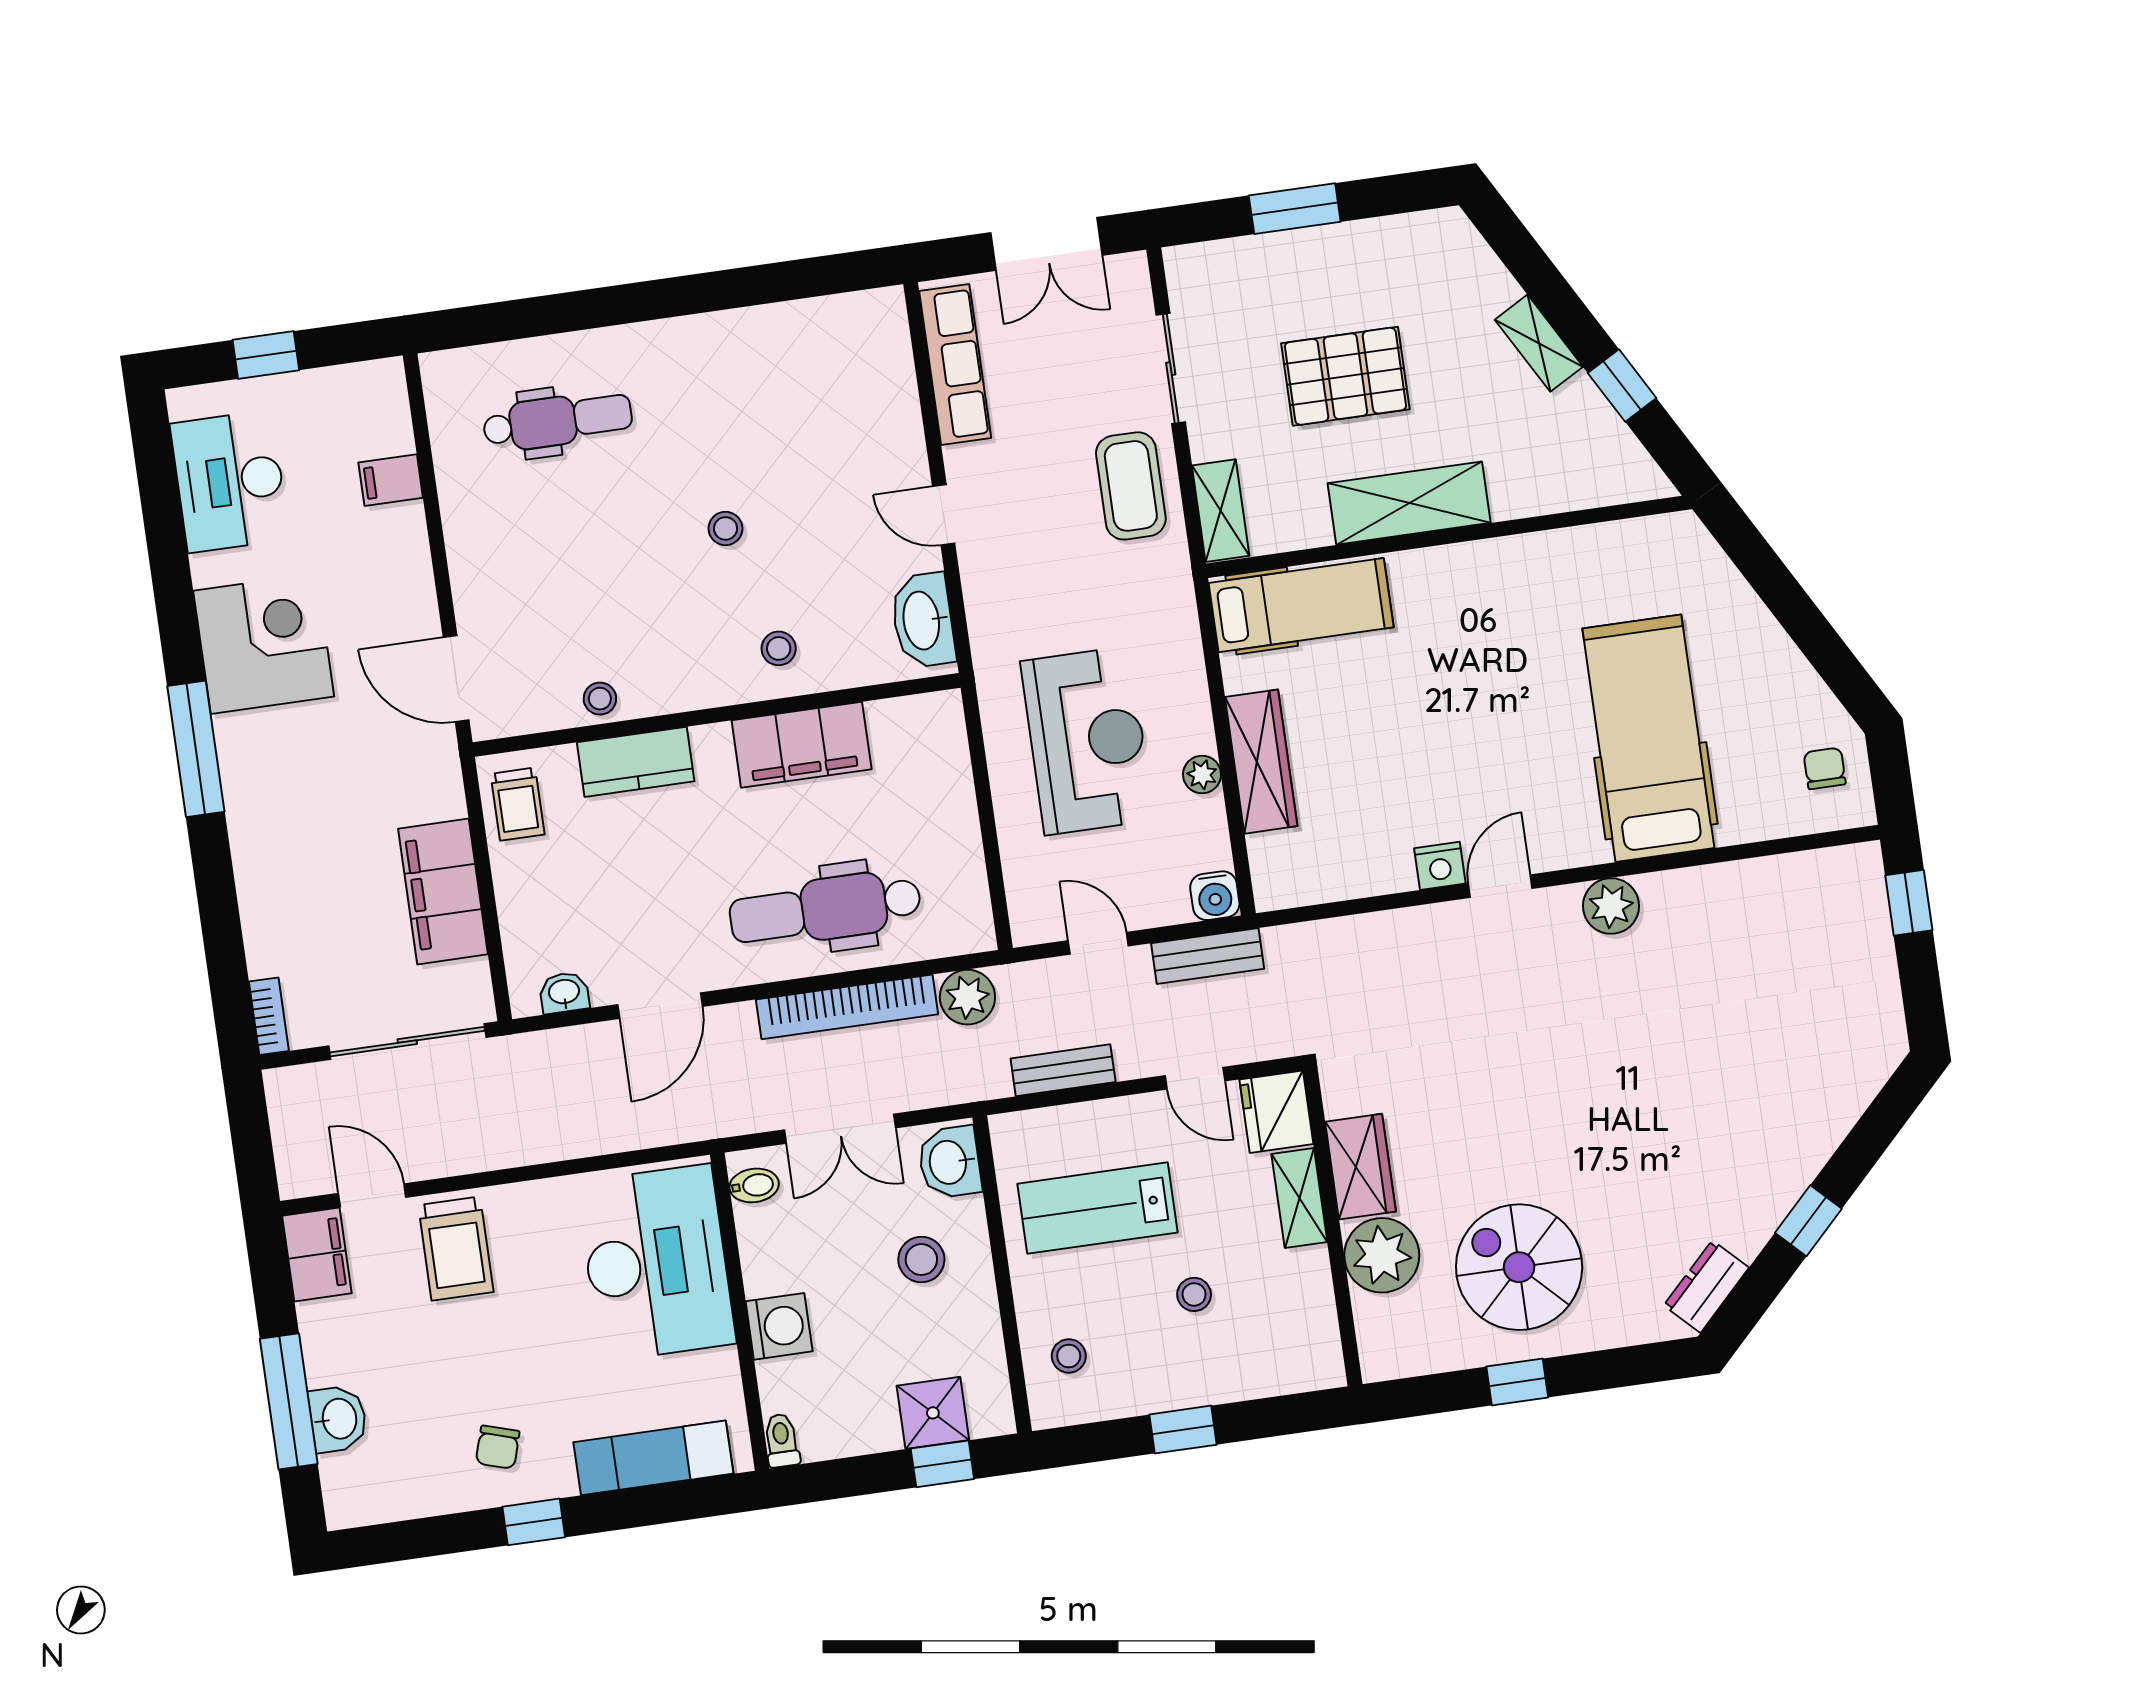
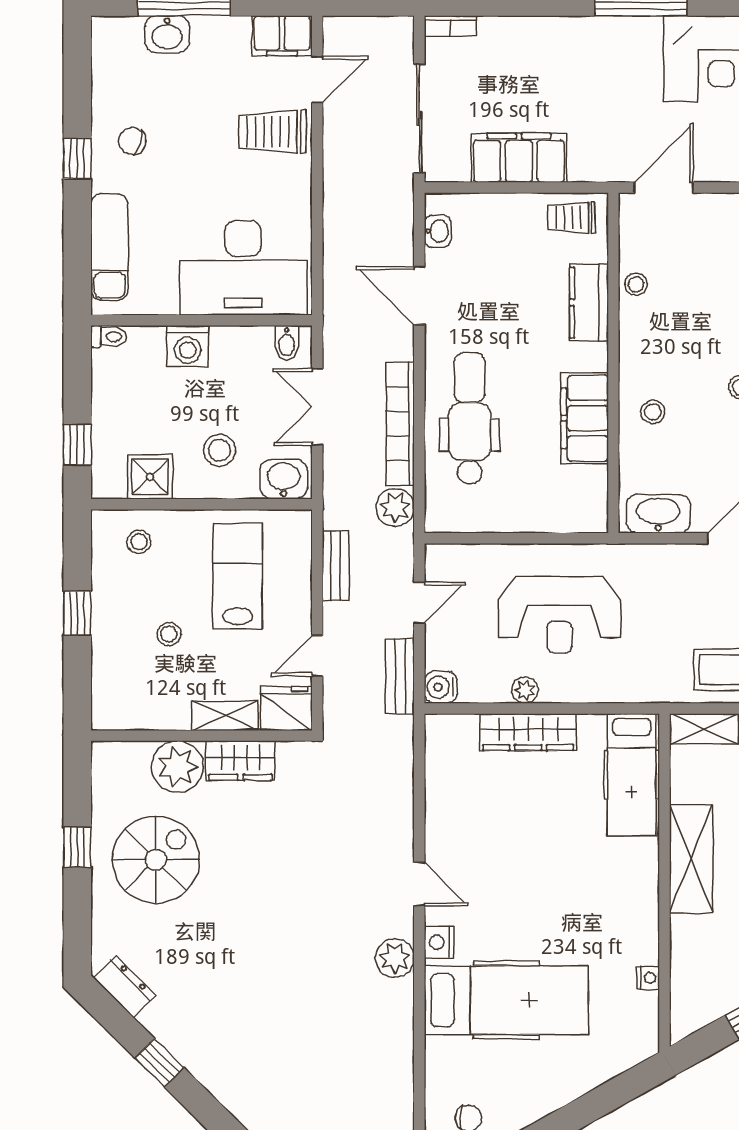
nightstand: (1588, 540) -> (648, 978), added
nightstand: (1440, 866) -> (439, 942), moved
shower: (933, 1413) -> (150, 477), moved

